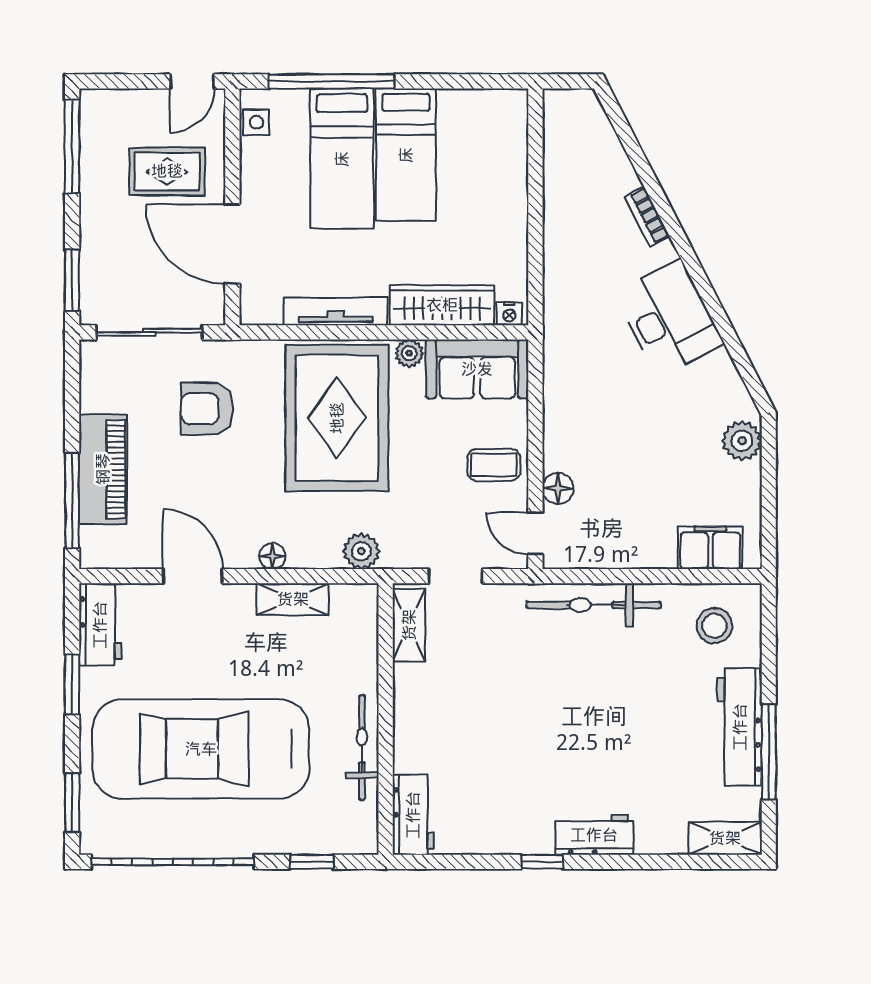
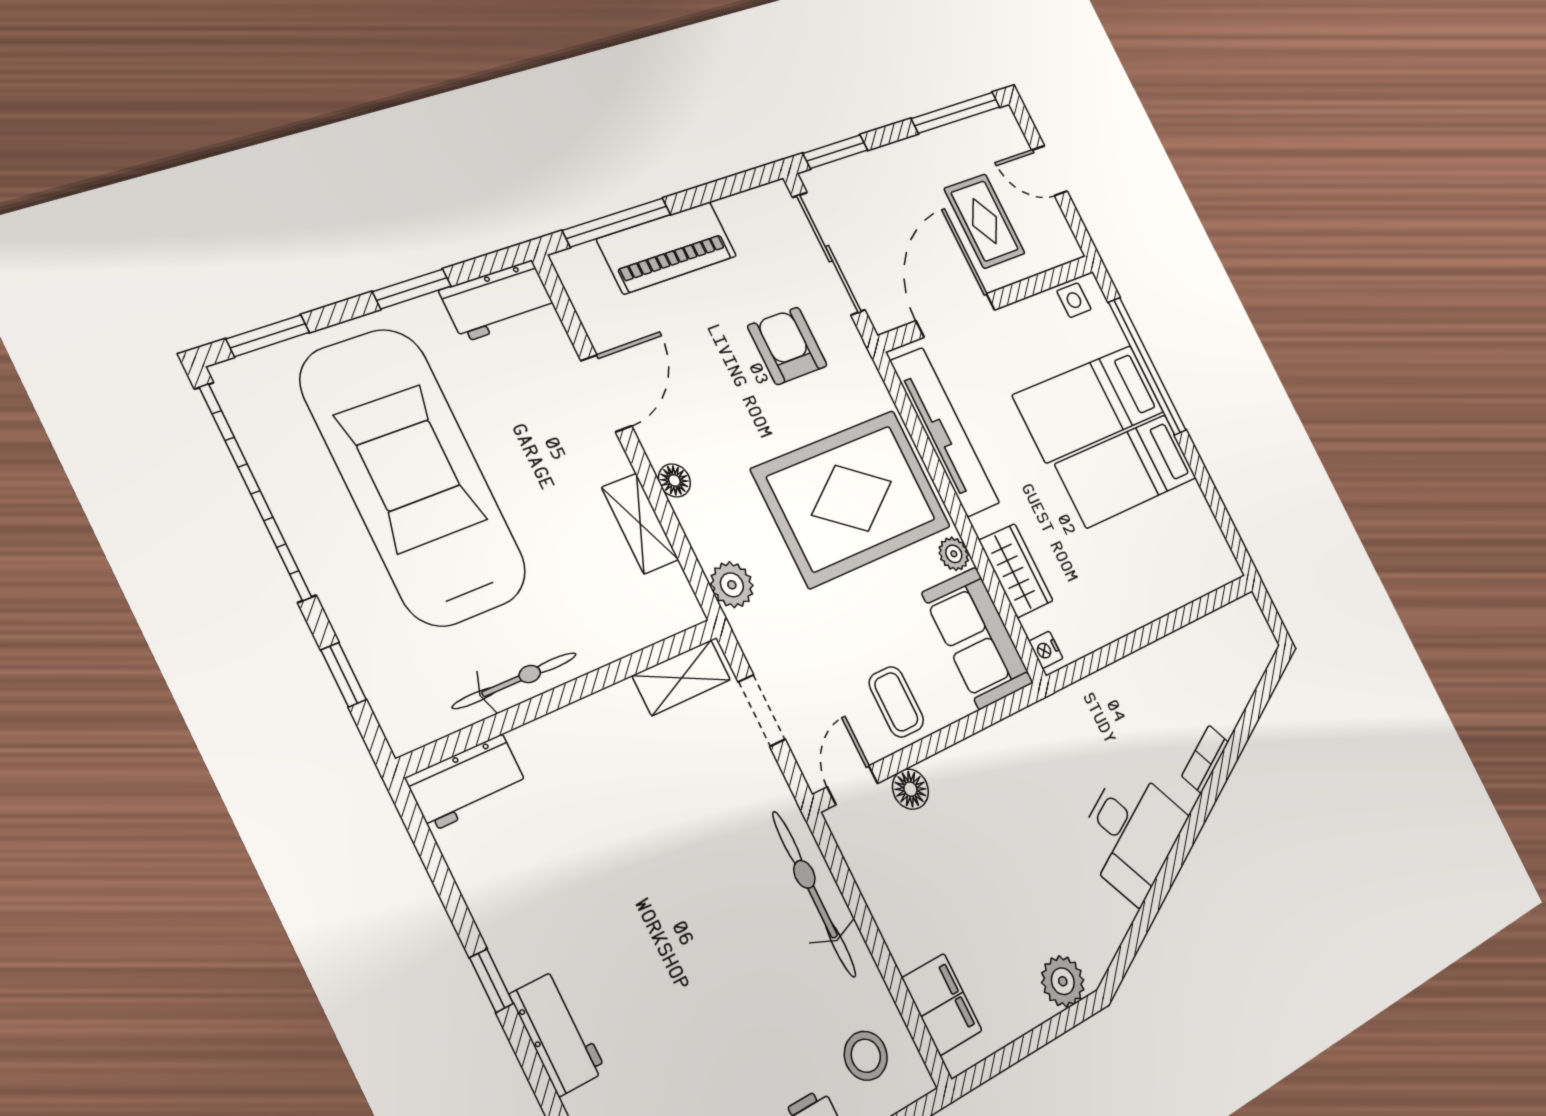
door: (192, 81) -> (1049, 171), moved
wardrobe: (442, 305) -> (1016, 571), width x0.67
tv unit: (336, 311) -> (945, 432), width x1.36, depth x1.29

